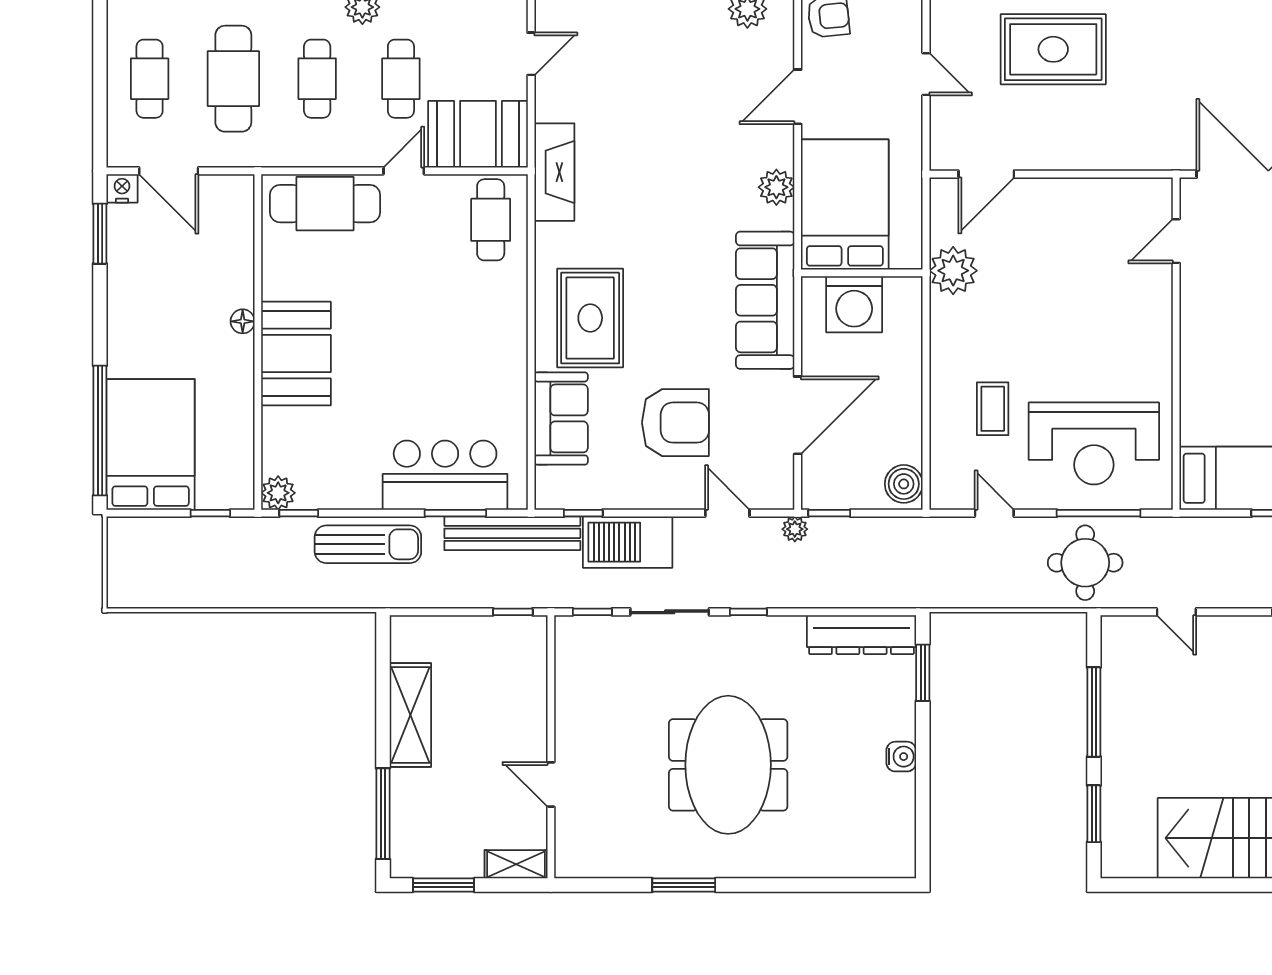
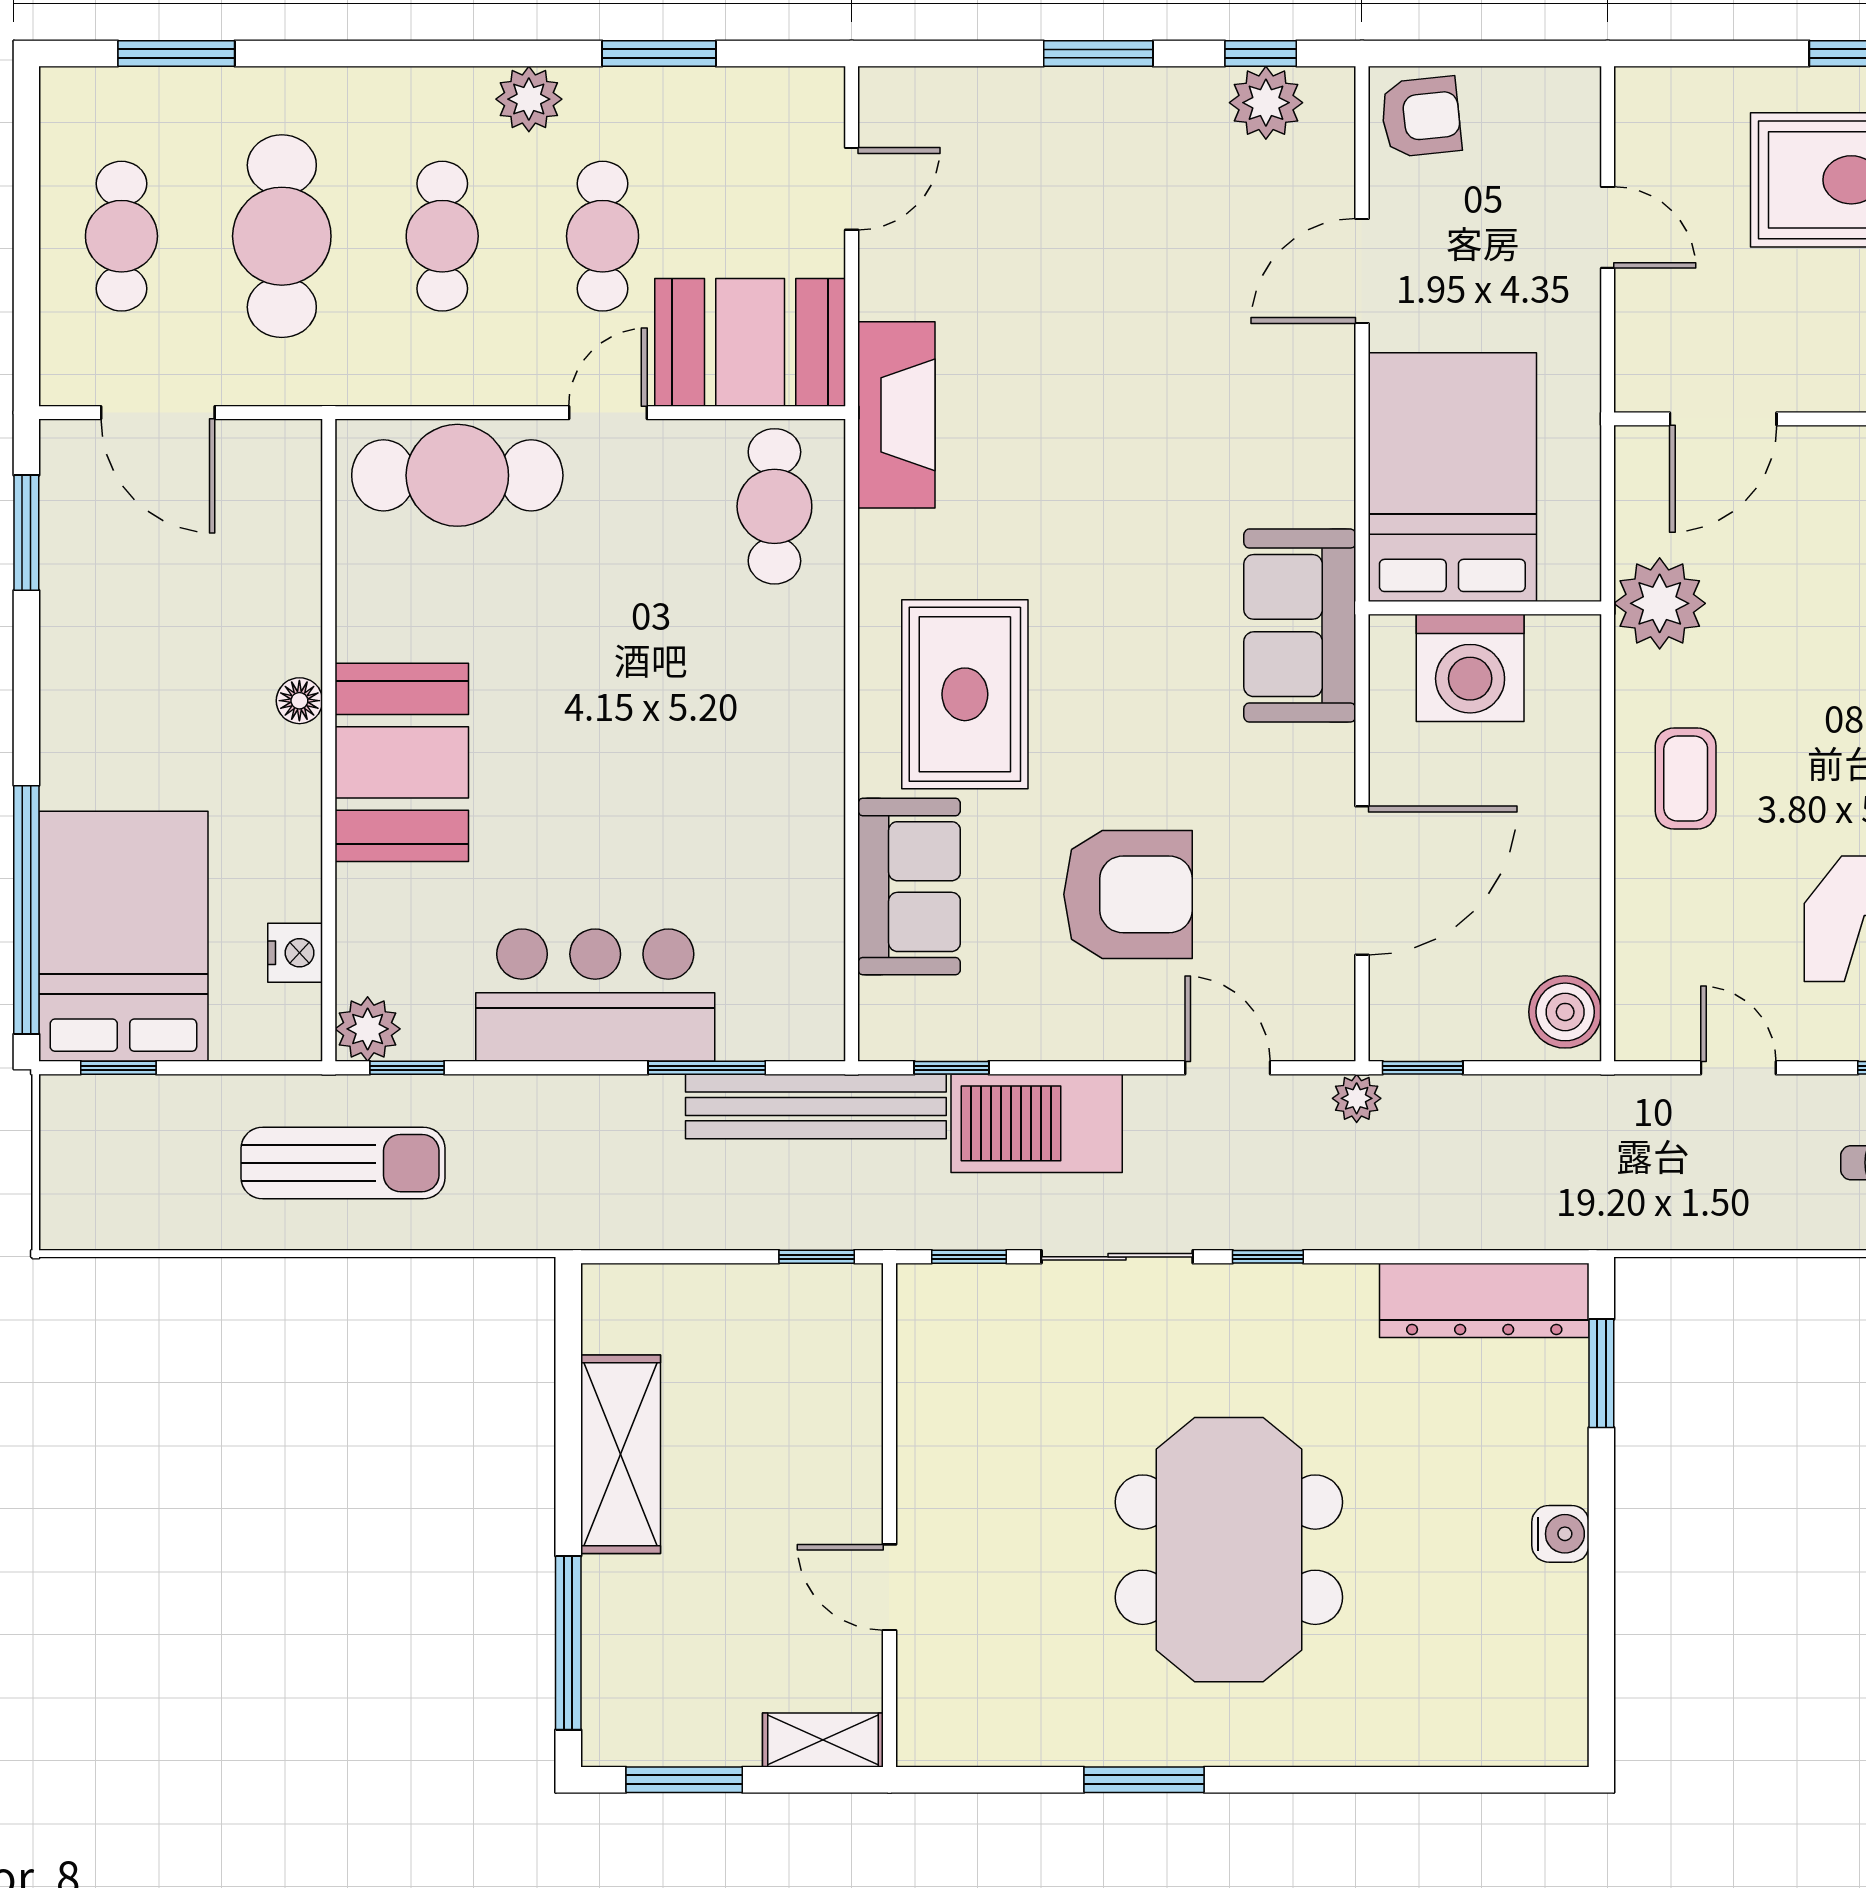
plant: (776, 187) -> (1321, 444), removed
nightstand: (122, 188) -> (295, 953), moved, turned 90
sofa: (765, 300) -> (1300, 626), width x0.73
coffee table: (993, 409) -> (1686, 778), moved
bar counter: (445, 475) -> (595, 995), moved
window: (210, 513) -> (118, 1068), moved
sun lounger: (368, 544) -> (343, 1163), moved

